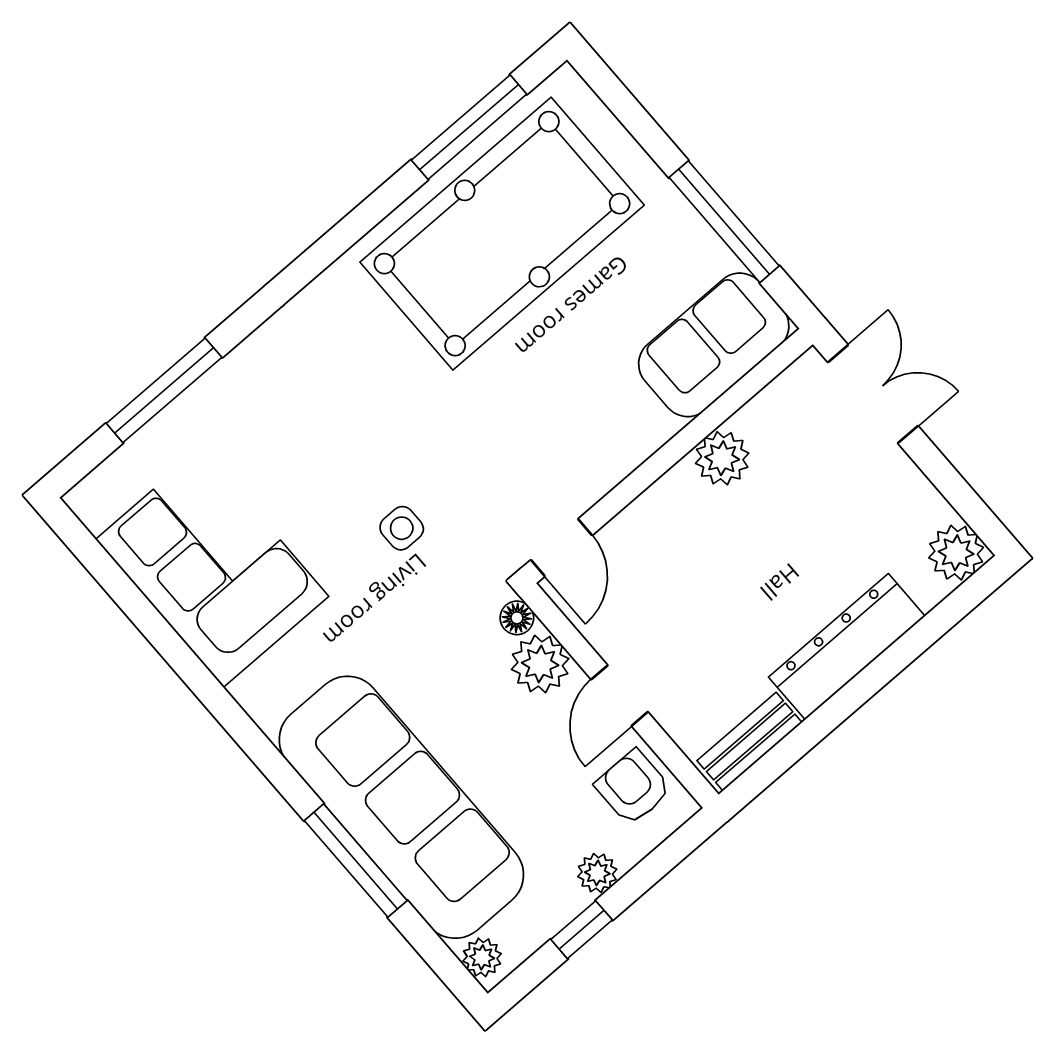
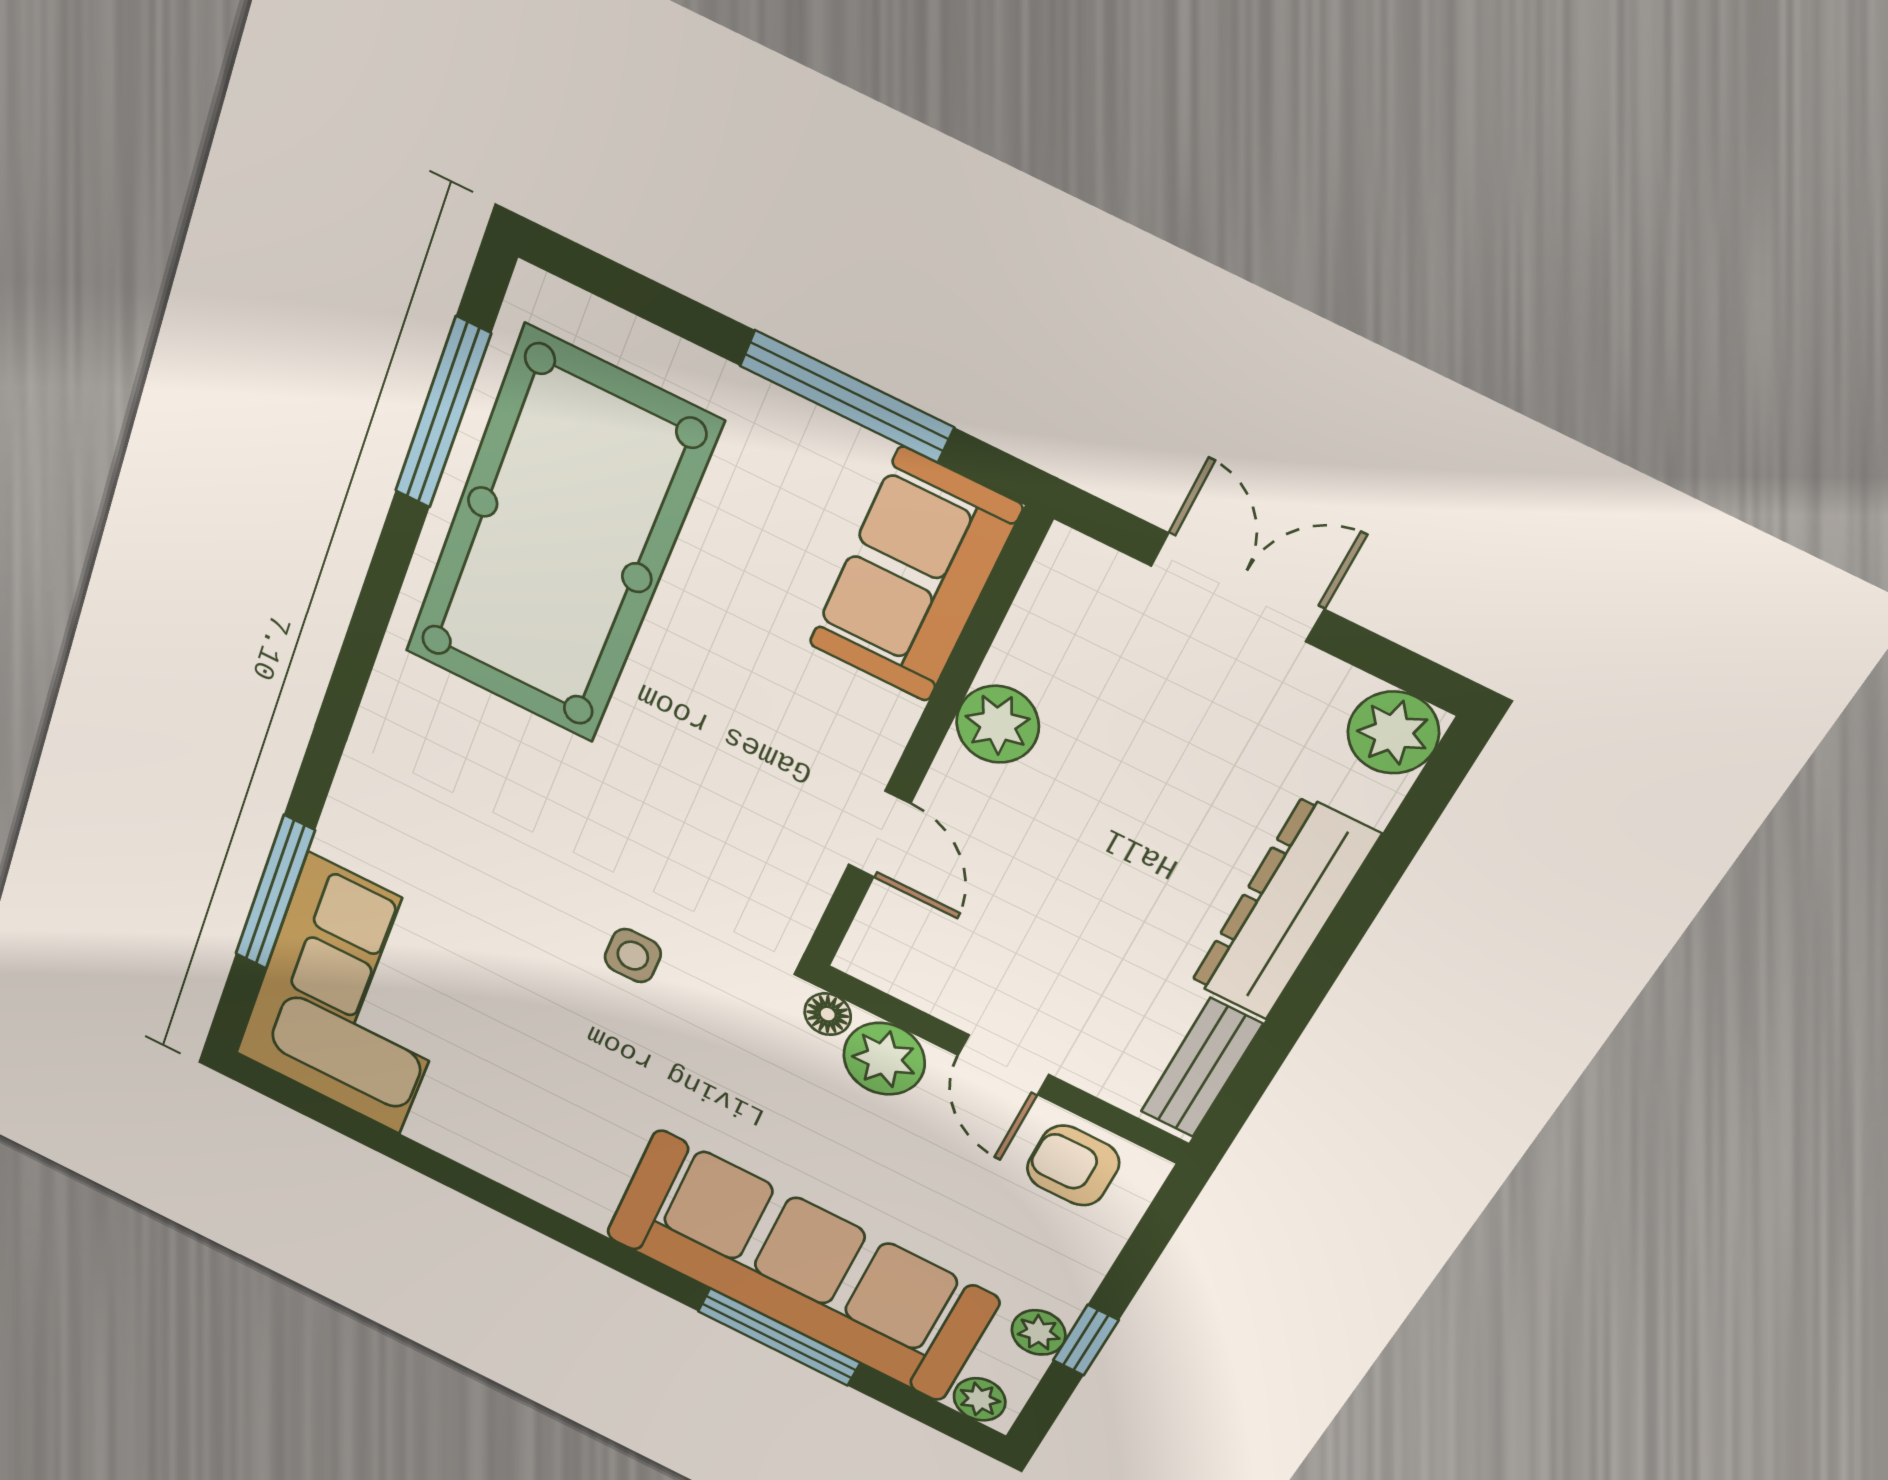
double door: (873, 394) -> (1237, 588), moved
door: (561, 548) -> (879, 834), moved
corner sofa: (212, 568) -> (355, 996), moved, turned 90
plant: (597, 873) -> (1039, 1332), moved

